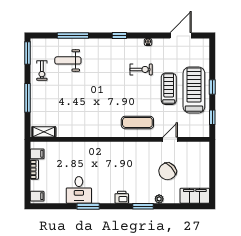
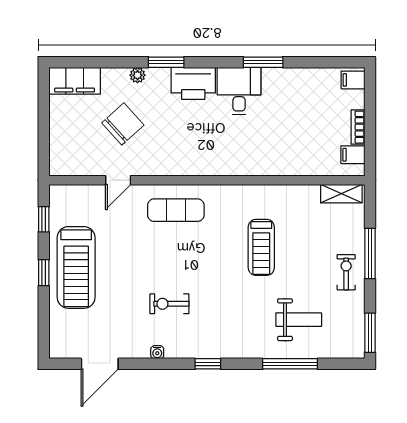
exercise bike: (42, 70) -> (346, 272), moved
treadmill: (169, 89) -> (261, 247), moved
desk: (79, 190) -> (239, 91), moved
printer: (122, 197) -> (193, 83), width x1.87, depth x1.48

